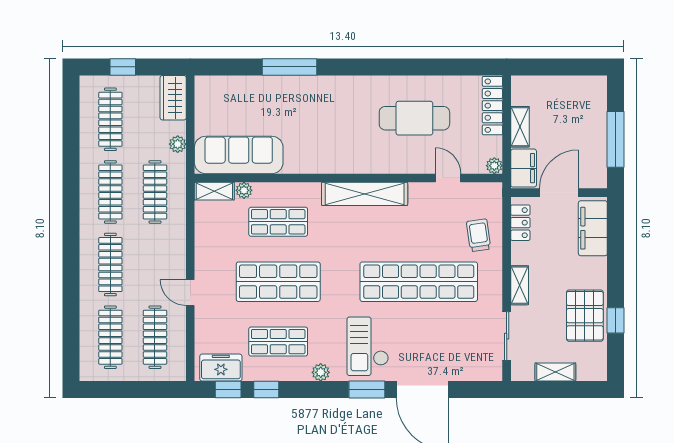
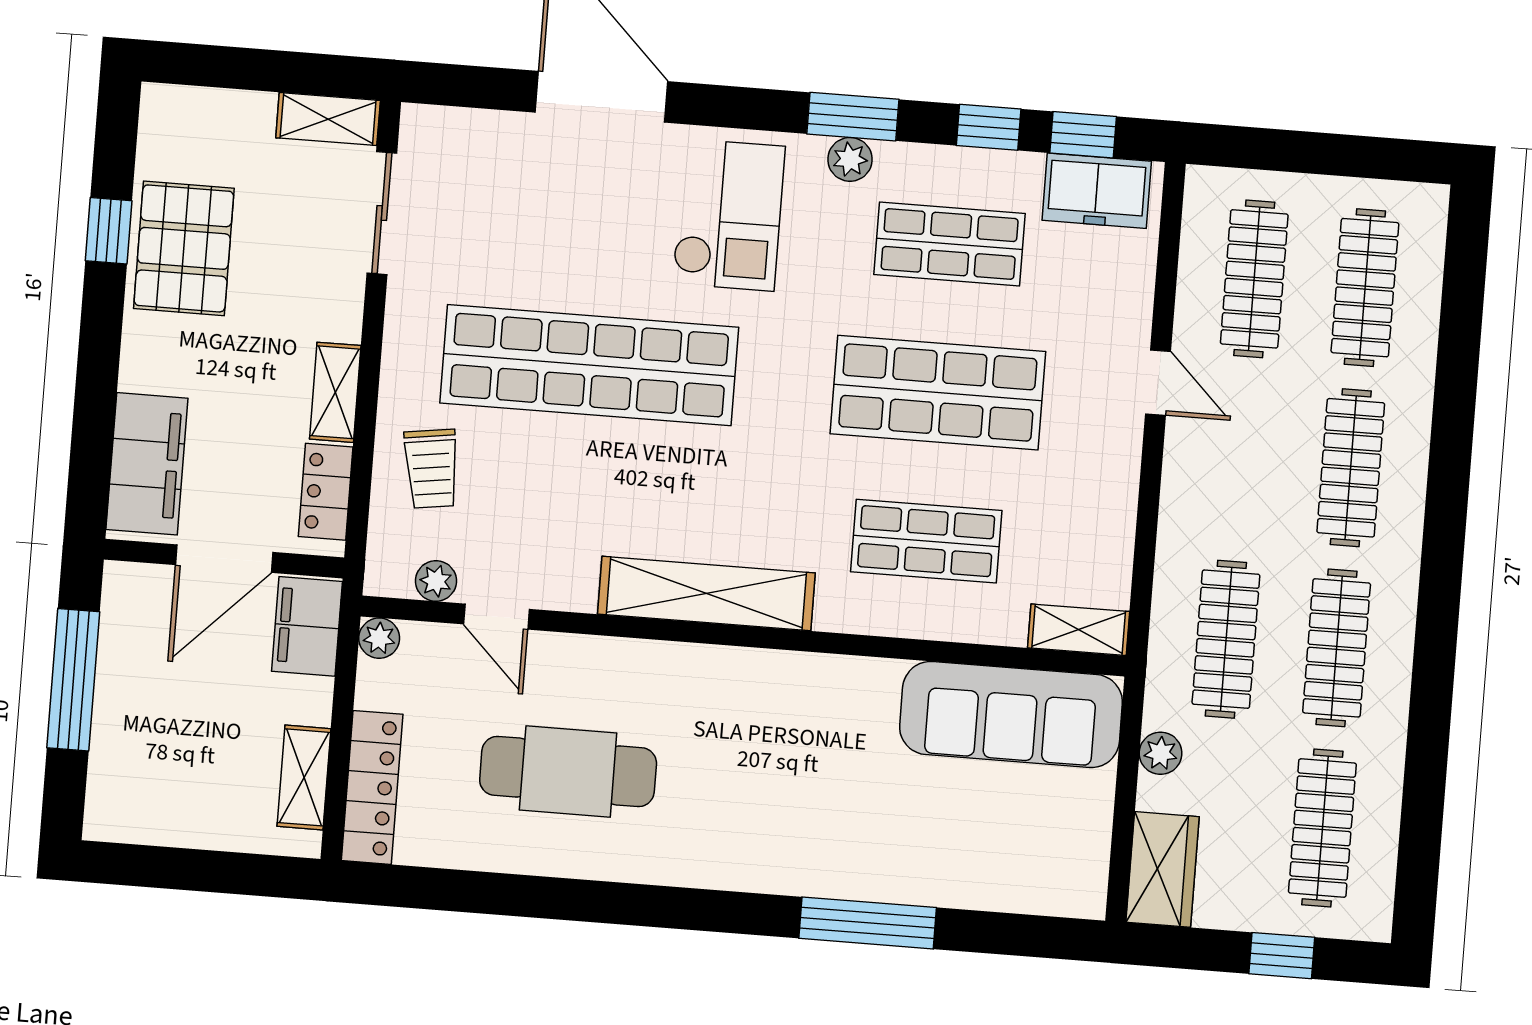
shelving: (520, 127) -> (304, 777), moved
plant: (244, 190) -> (436, 581), moved
shelving: (520, 285) -> (335, 392), moved
shelving: (555, 372) -> (328, 119), moved
window: (367, 390) -> (853, 117), moved

